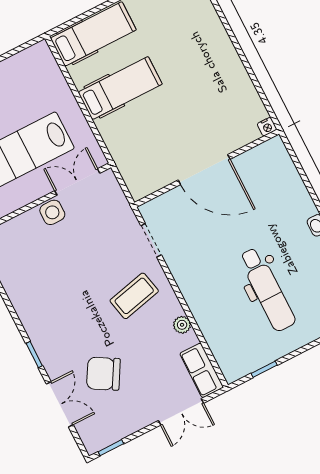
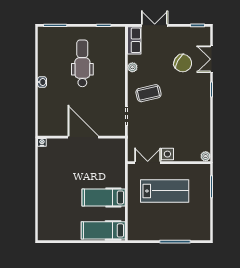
double door: (77, 182) -> (148, 163), swing flipped

